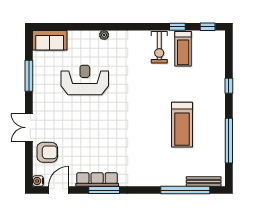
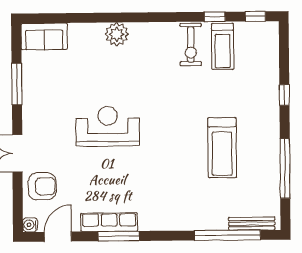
plant: (104, 35) -> (117, 34), width x1.88, depth x1.88
reception desk: (85, 80) -> (108, 126), moved

